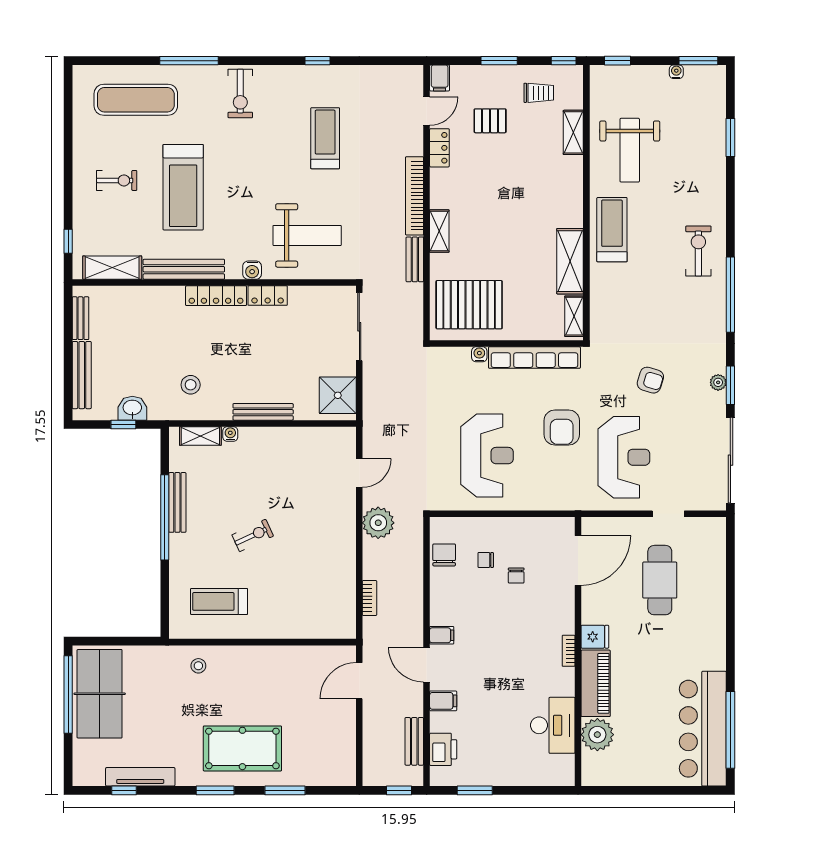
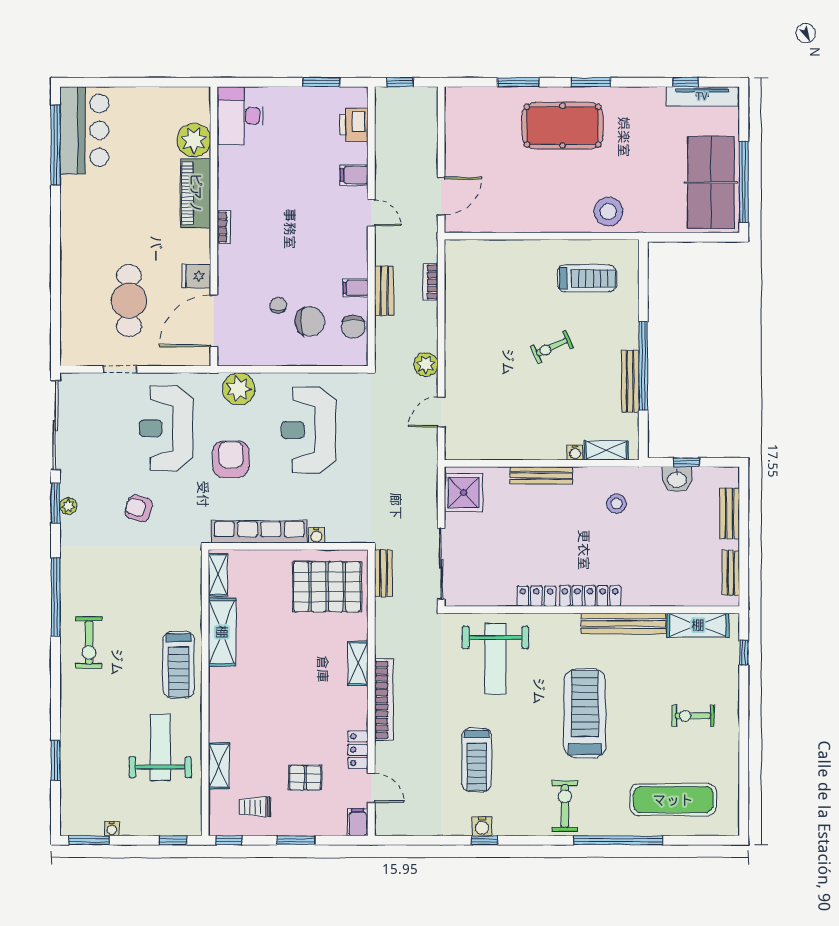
window: (189, 61) -> (618, 840), width x1.46
door: (427, 111) -> (371, 788), swing flipped
treadmill: (183, 187) -> (585, 713), moved
weight bench: (307, 235) -> (495, 659), turned -90
bench: (415, 259) -> (383, 573), moved
water cooler: (252, 270) -> (482, 826), moved, turned 180
bench: (82, 375) -> (730, 514), width x0.73
plant: (554, 495) -> (239, 389), added
plant: (378, 523) -> (426, 365), width x0.73, depth x0.73
chair: (486, 560) -> (310, 321), width x1.87, depth x1.87
filing cabinet: (442, 635) -> (356, 288), moved
fridge: (595, 637) -> (196, 276), moved
door: (427, 665) -> (371, 213), width x0.73
stool: (198, 666) -> (608, 212), width x1.89, depth x1.89
desk: (553, 725) -> (240, 116), moved
bar counter: (703, 729) -> (84, 130), width x0.73
bench: (414, 741) -> (384, 291), moved
tv unit: (140, 777) -> (702, 96), moved

